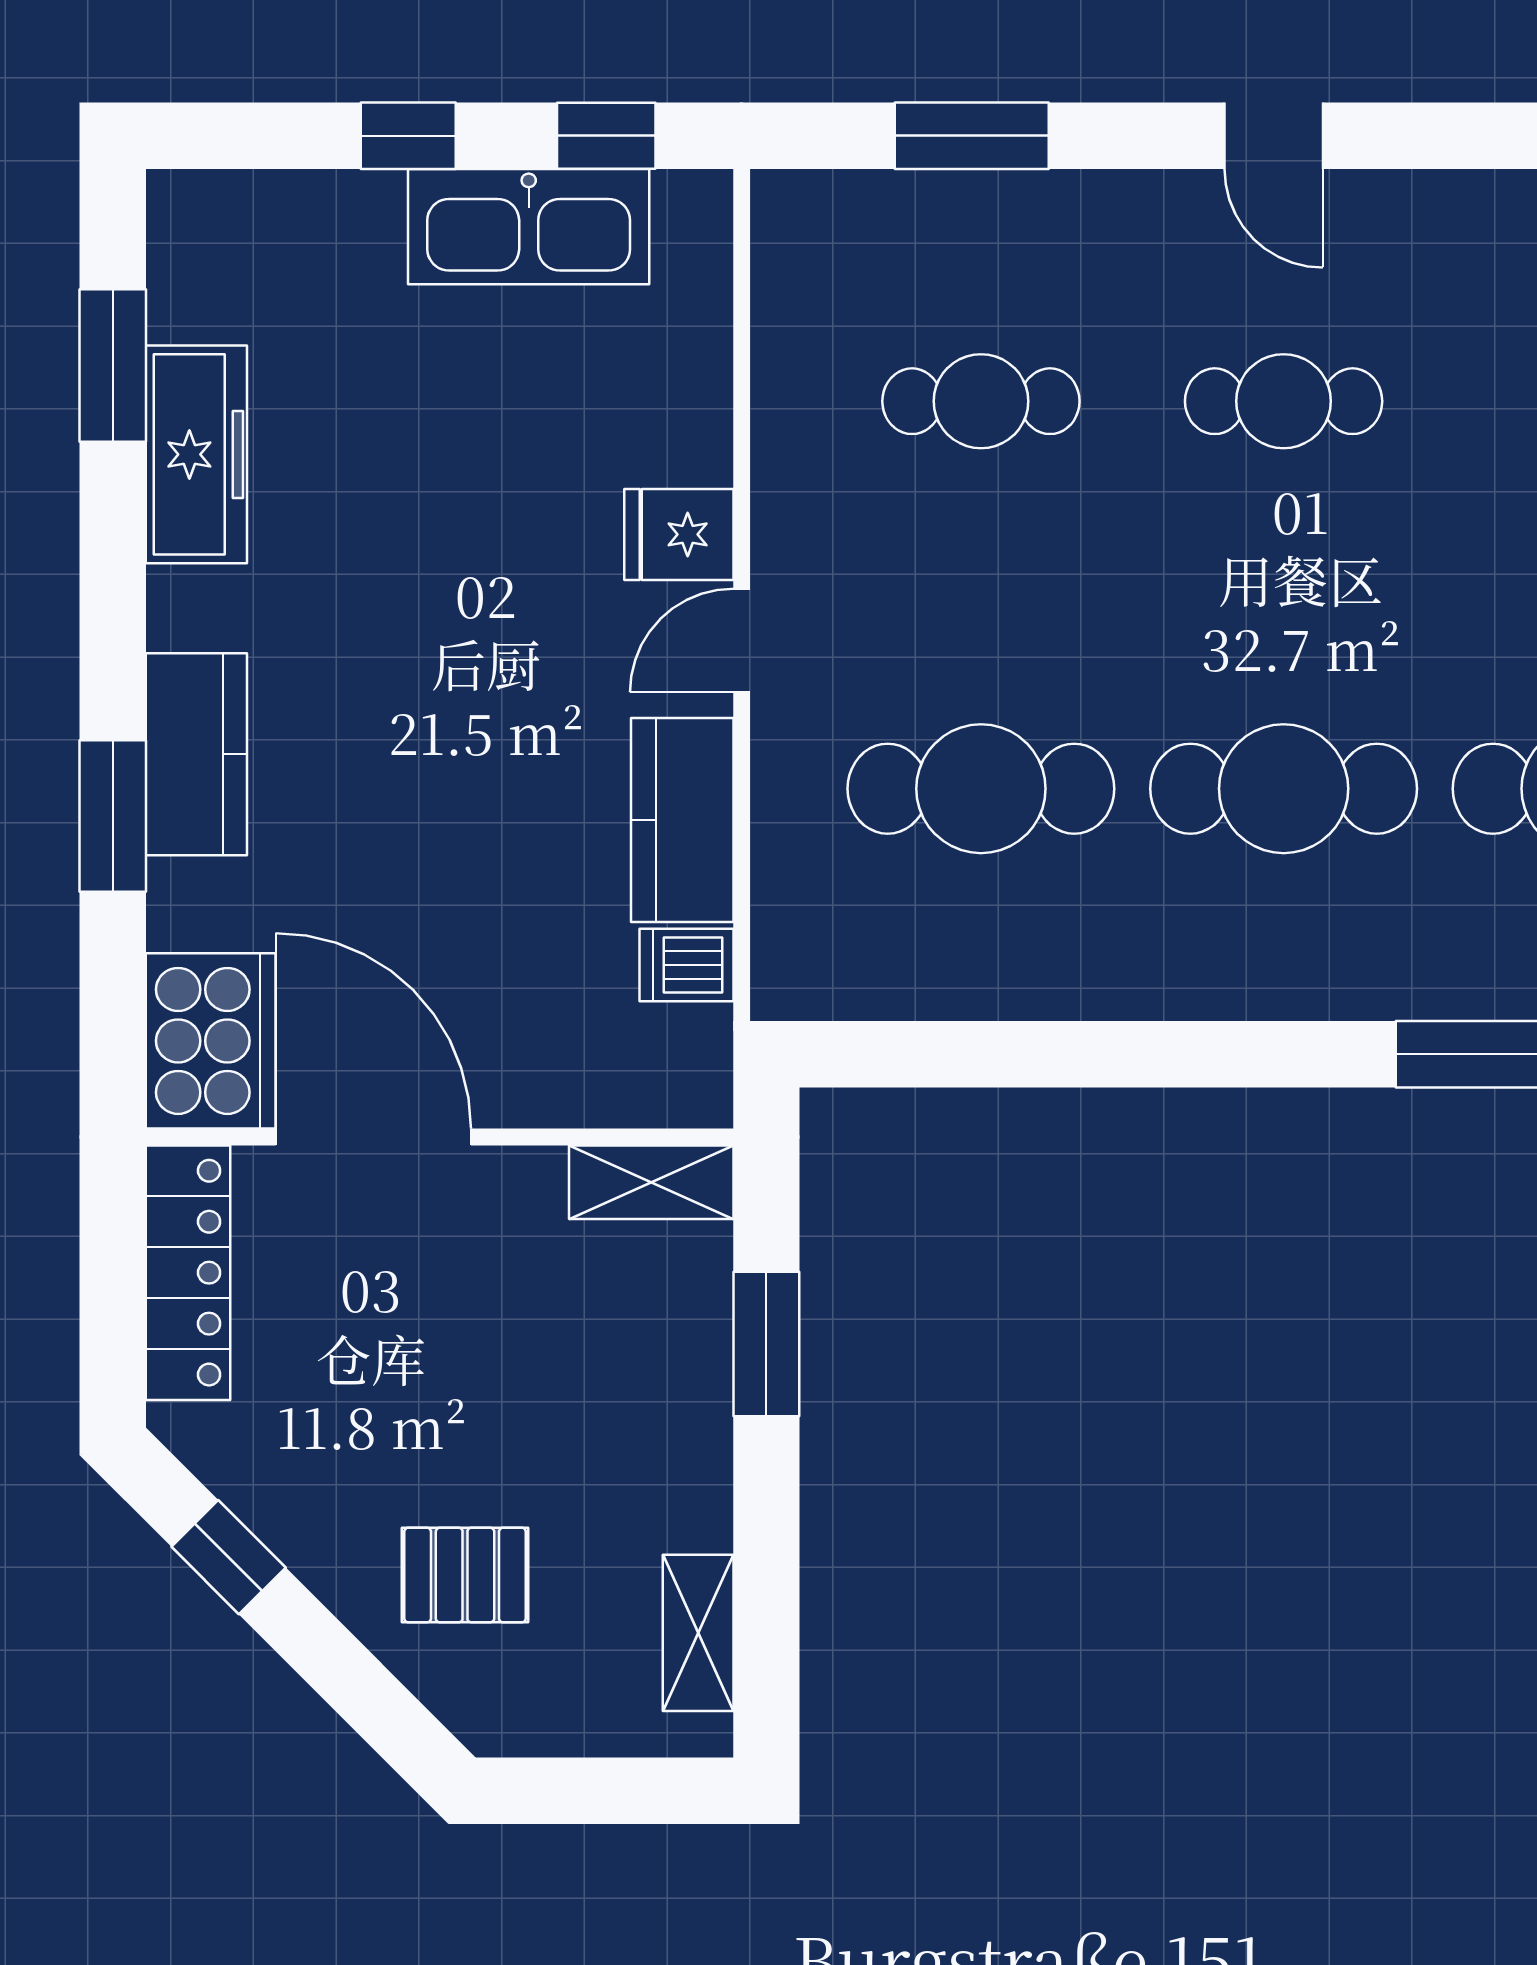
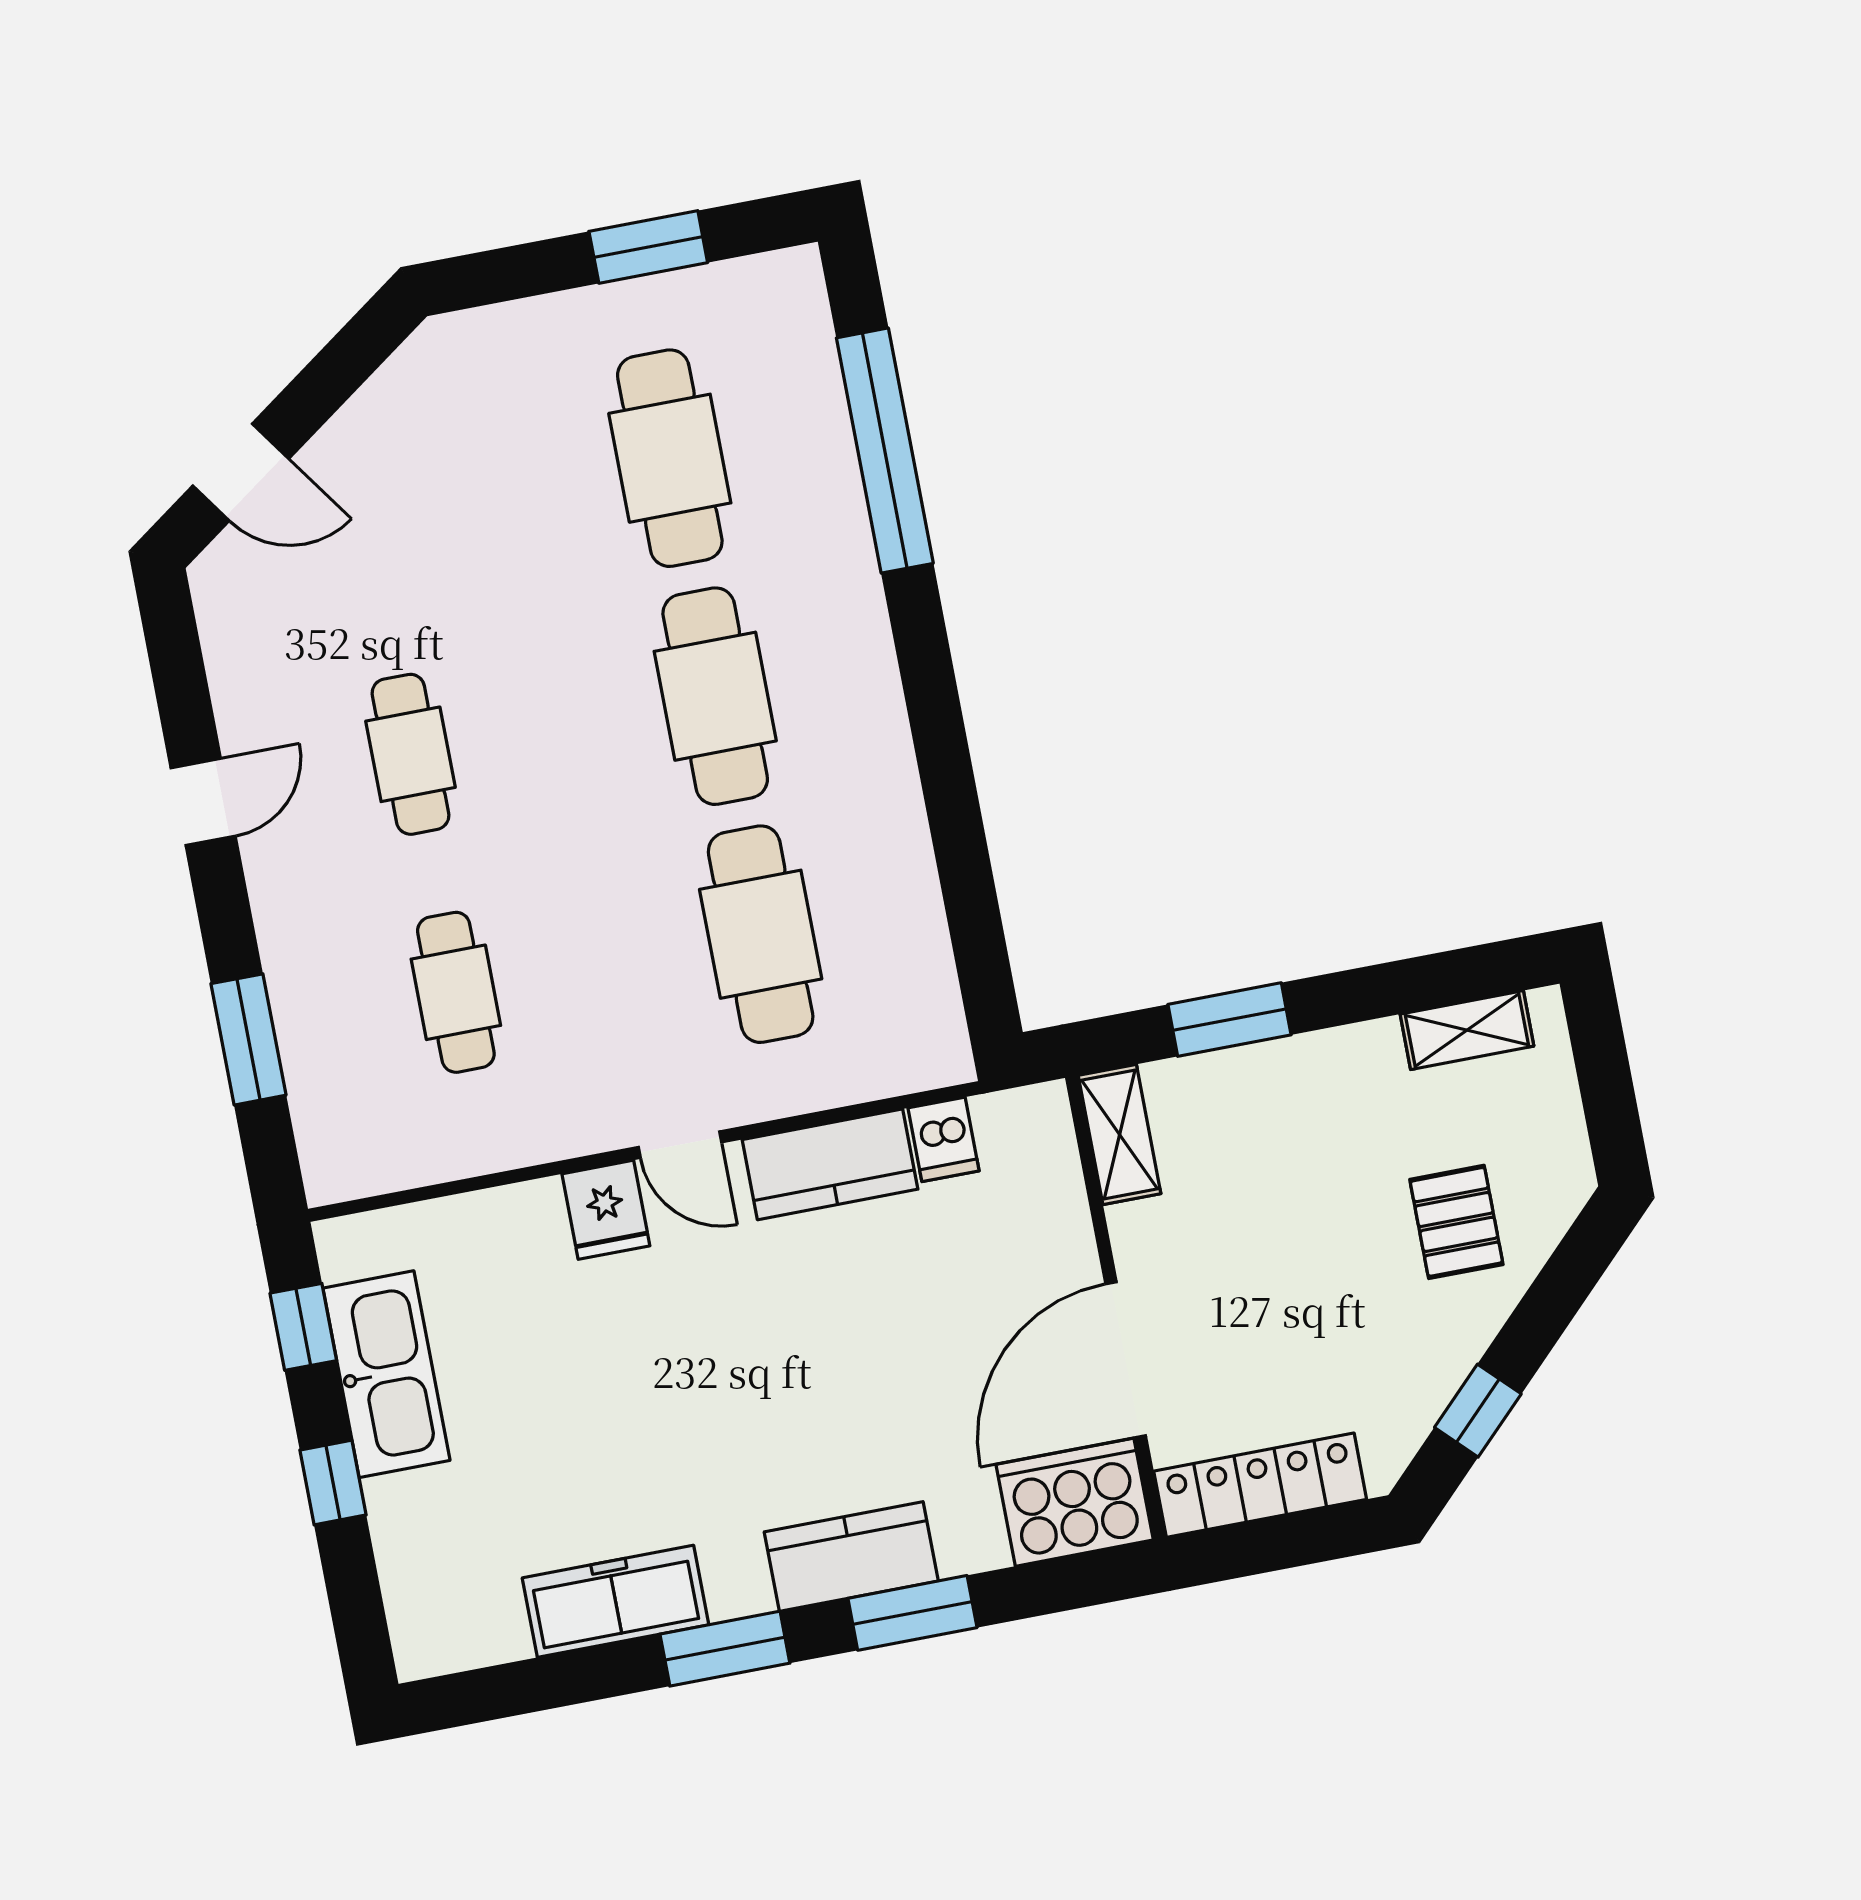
window: (113, 366) -> (725, 1649), moved

